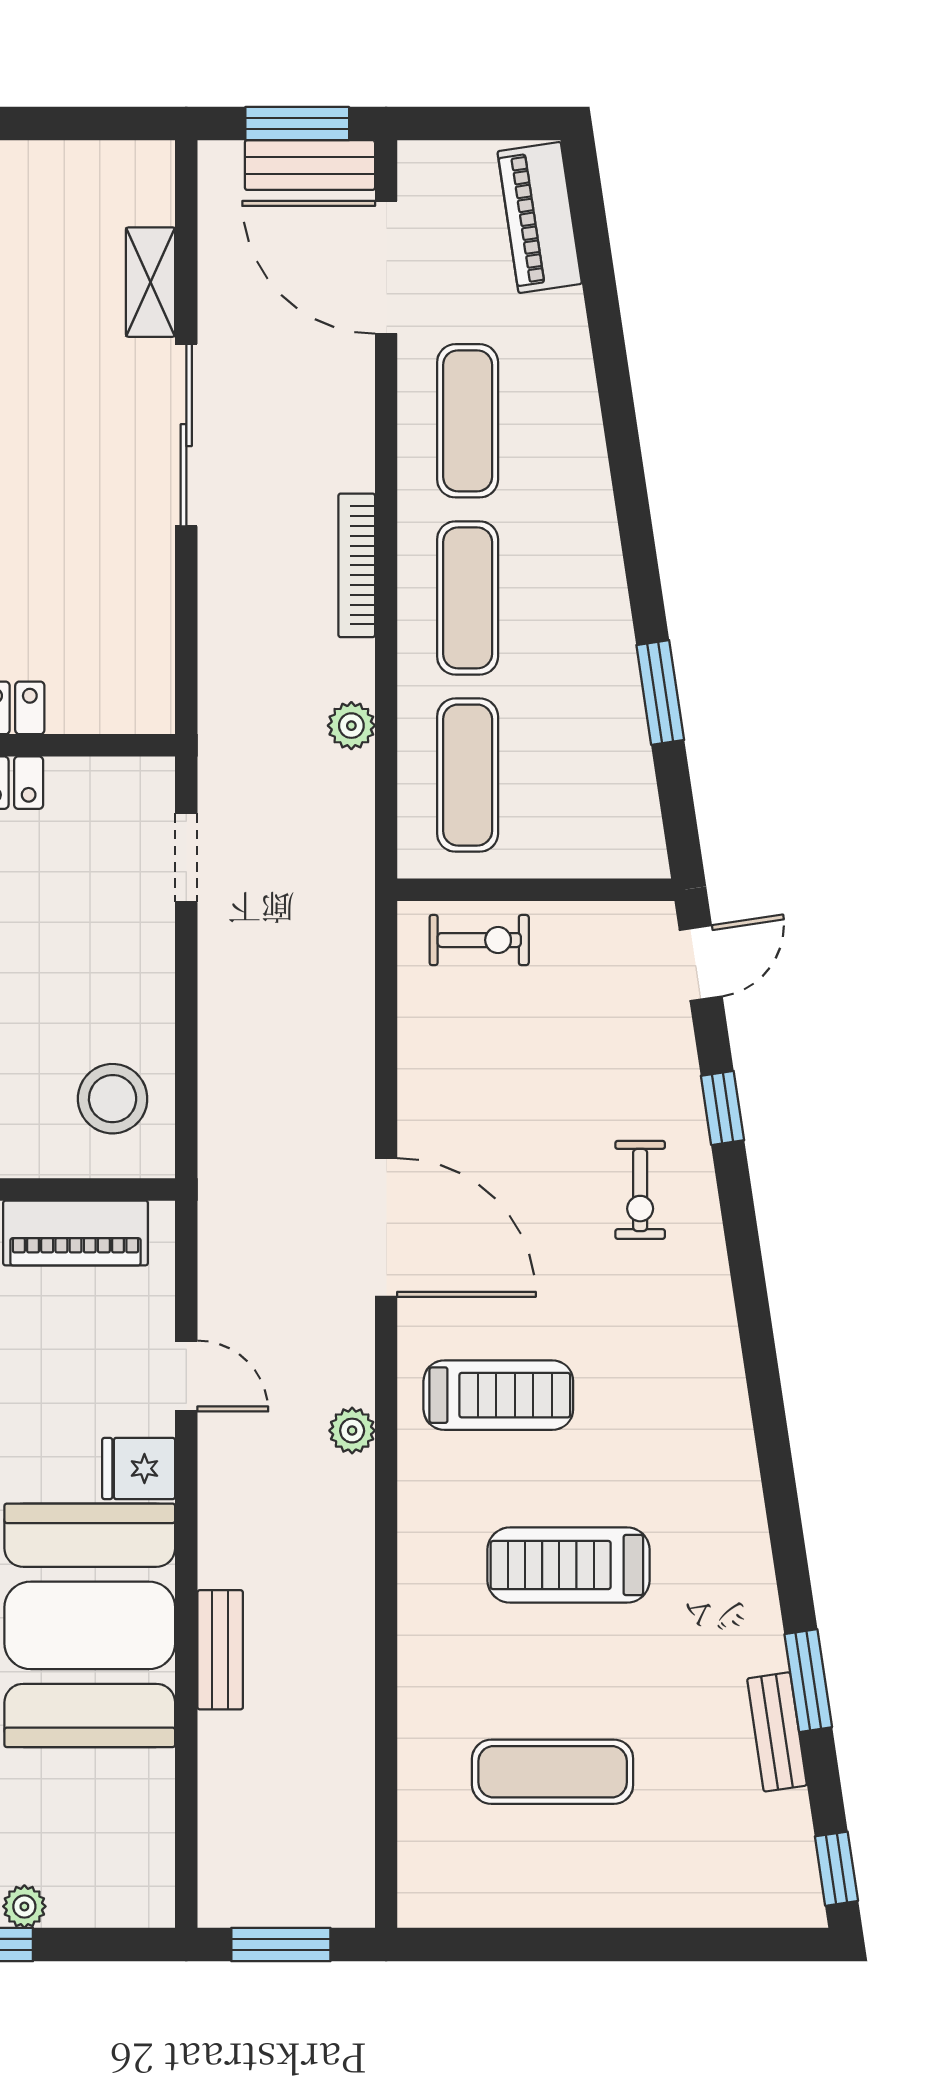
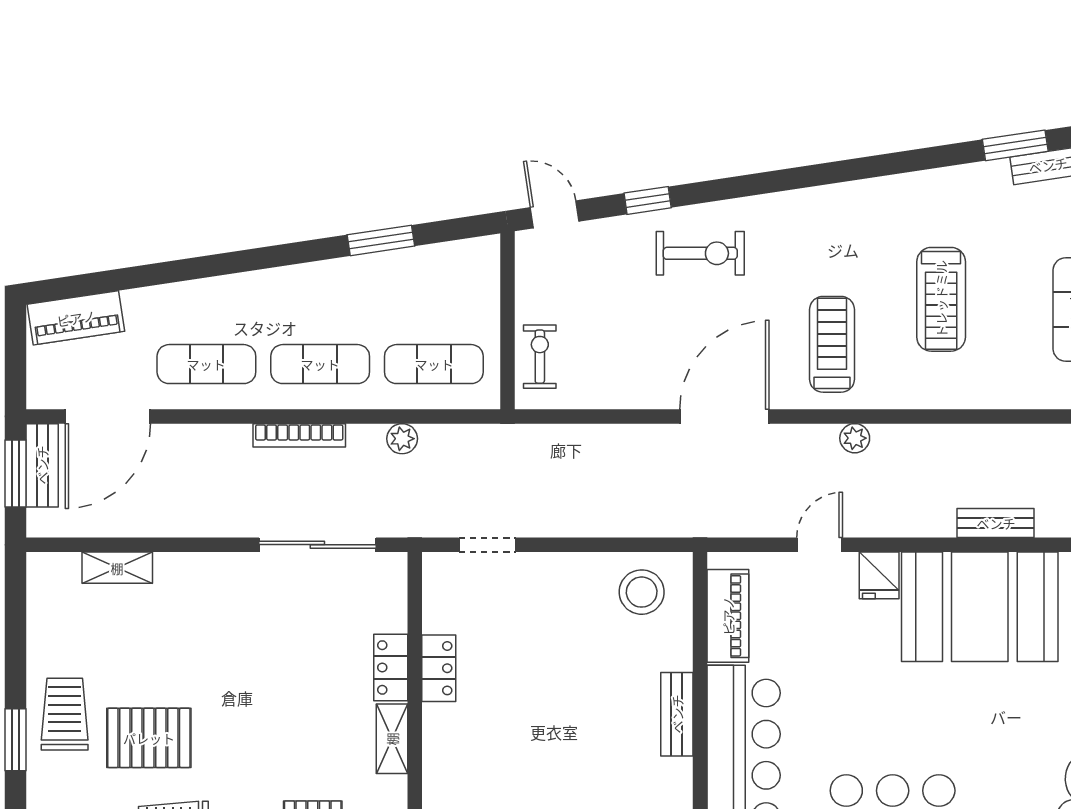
sliding door: (186, 435) -> (317, 545), moved
exercise bike: (640, 1190) -> (700, 253), width x1.38, depth x1.39

